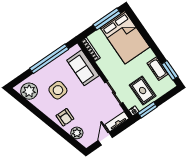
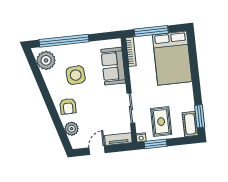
window: (107, 19) -> (151, 31), moved
window: (49, 59) -> (64, 41), moved
cot: (158, 69) -> (190, 124), moved

